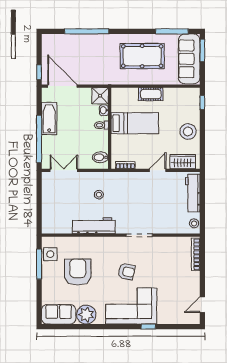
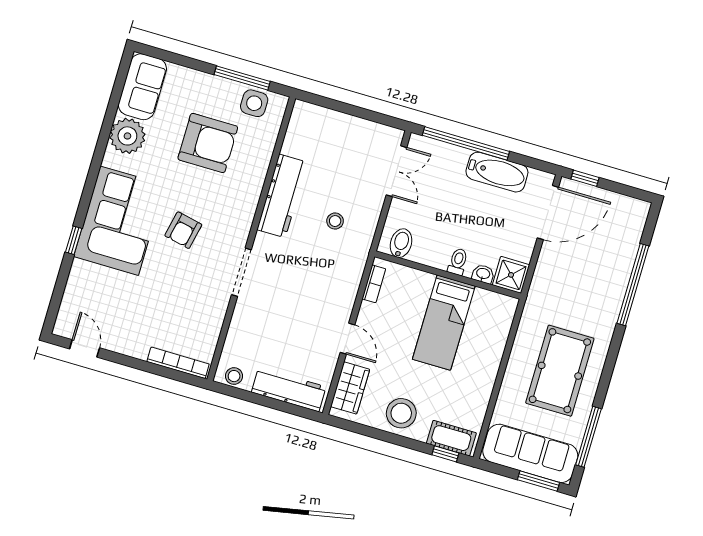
cot: (151, 94) -> (451, 438), moved, turned 90

